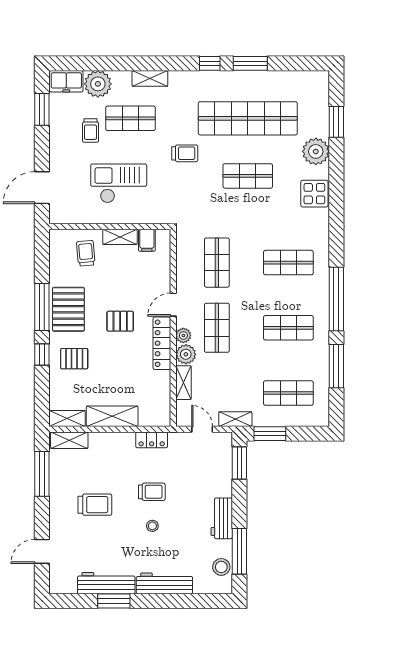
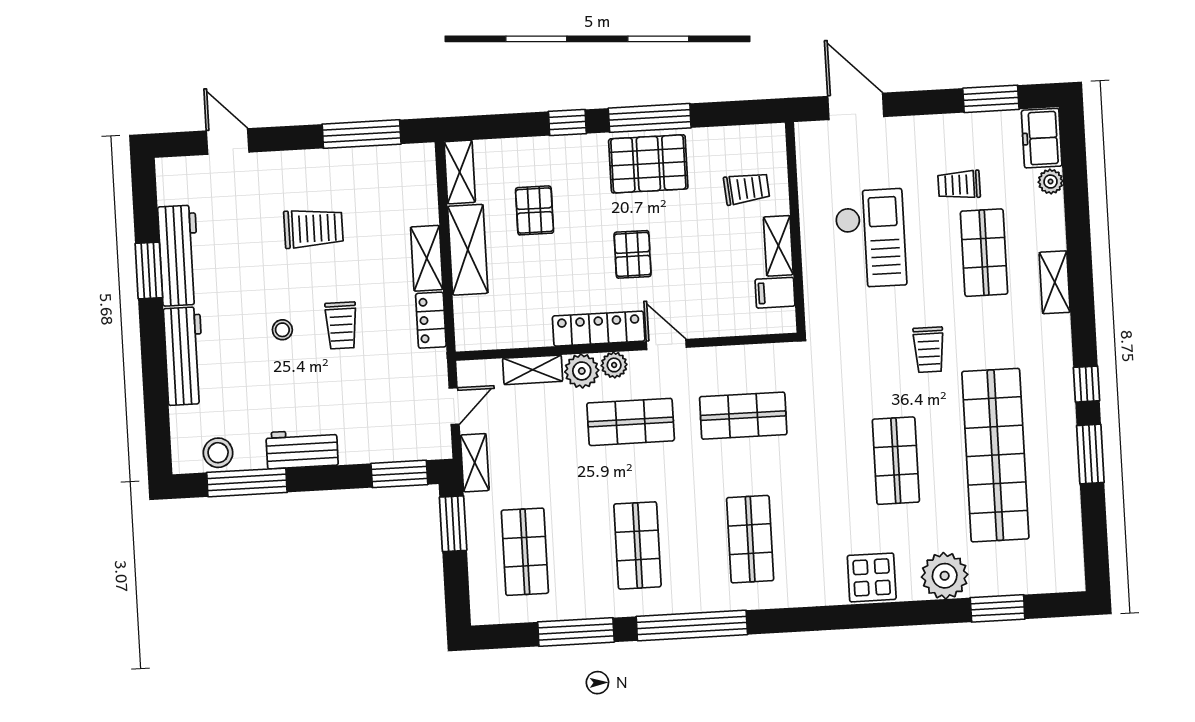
plant: (98, 84) -> (1051, 182), width x0.53, depth x0.53
pallet: (74, 359) -> (534, 210), moved
shelving: (69, 440) -> (427, 258), moved
trolley: (95, 505) -> (313, 228), turned -90

